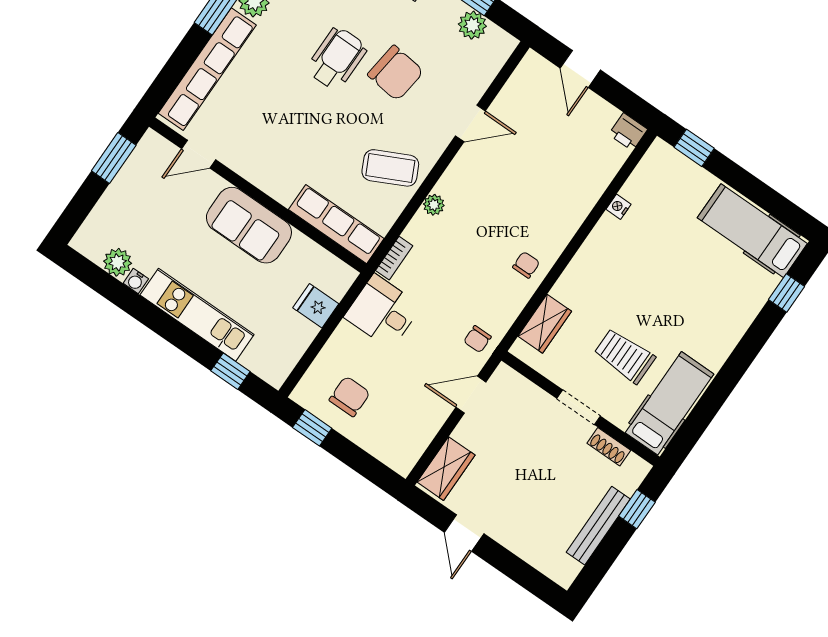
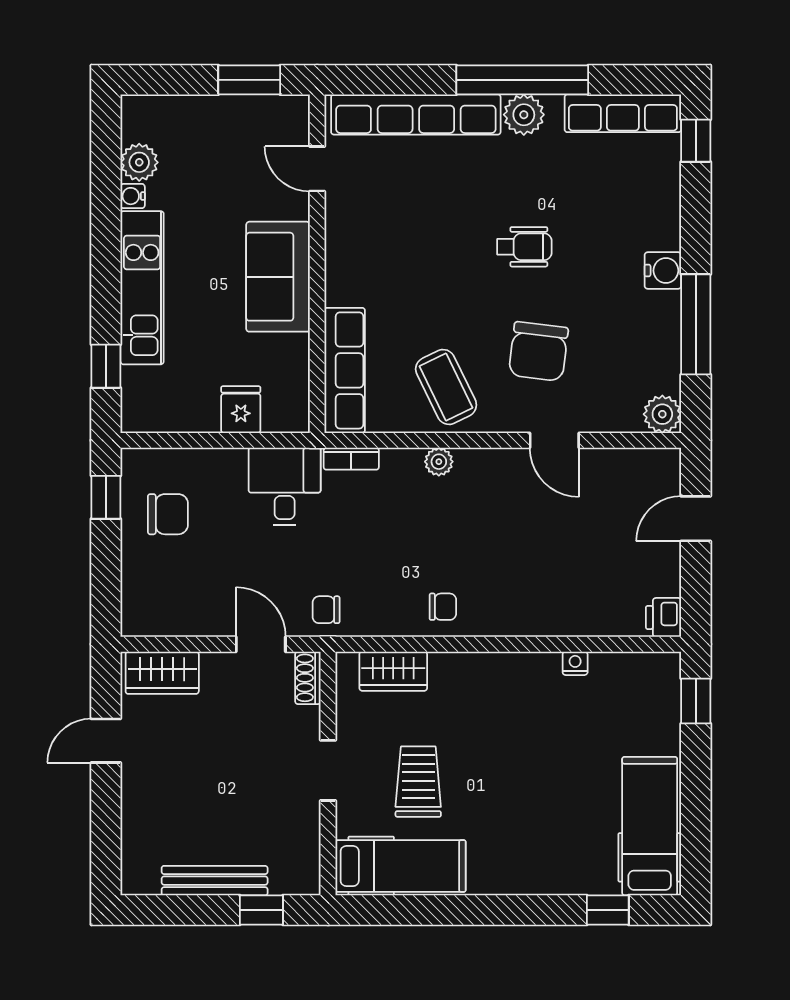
plant: (472, 25) -> (662, 414), moved
wheelchair: (337, 58) -> (524, 247), width x0.73, depth x0.73
chair: (396, 73) -> (538, 351), moved
shoe rack: (609, 447) -> (308, 678), moved

